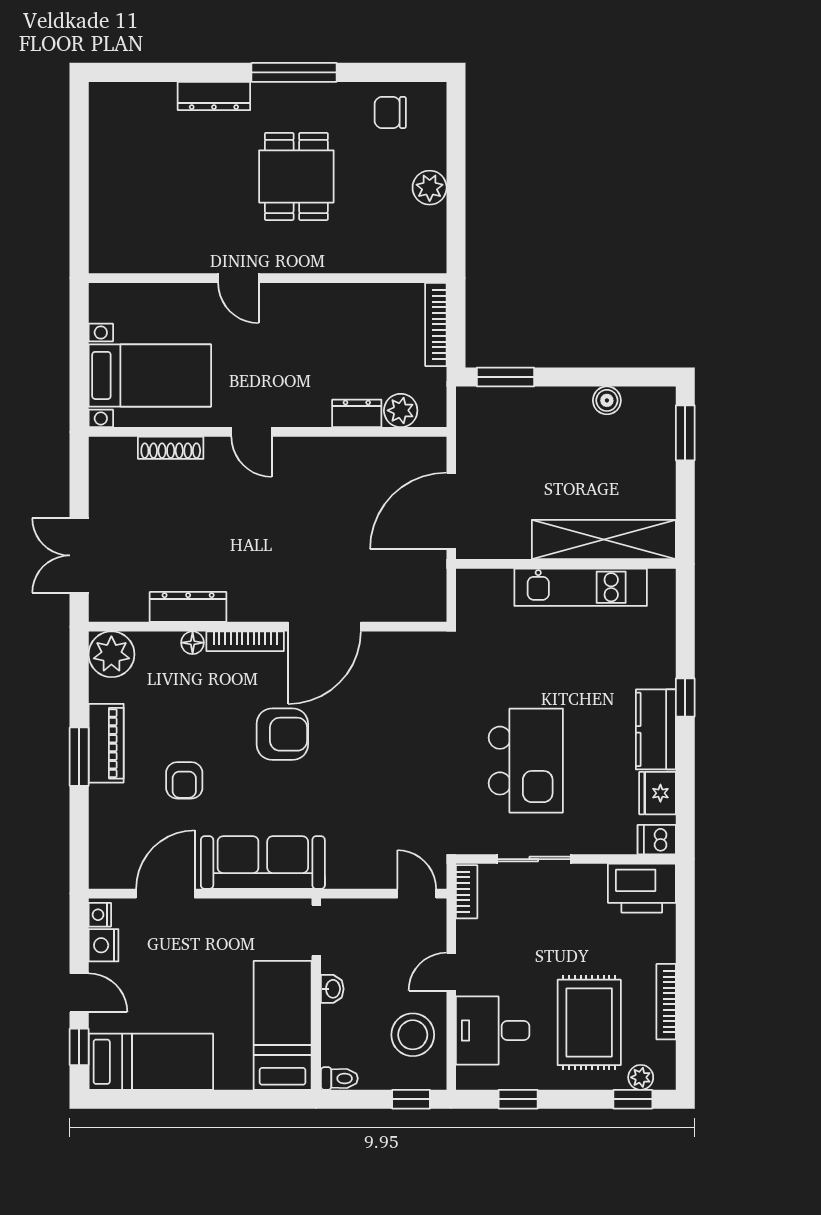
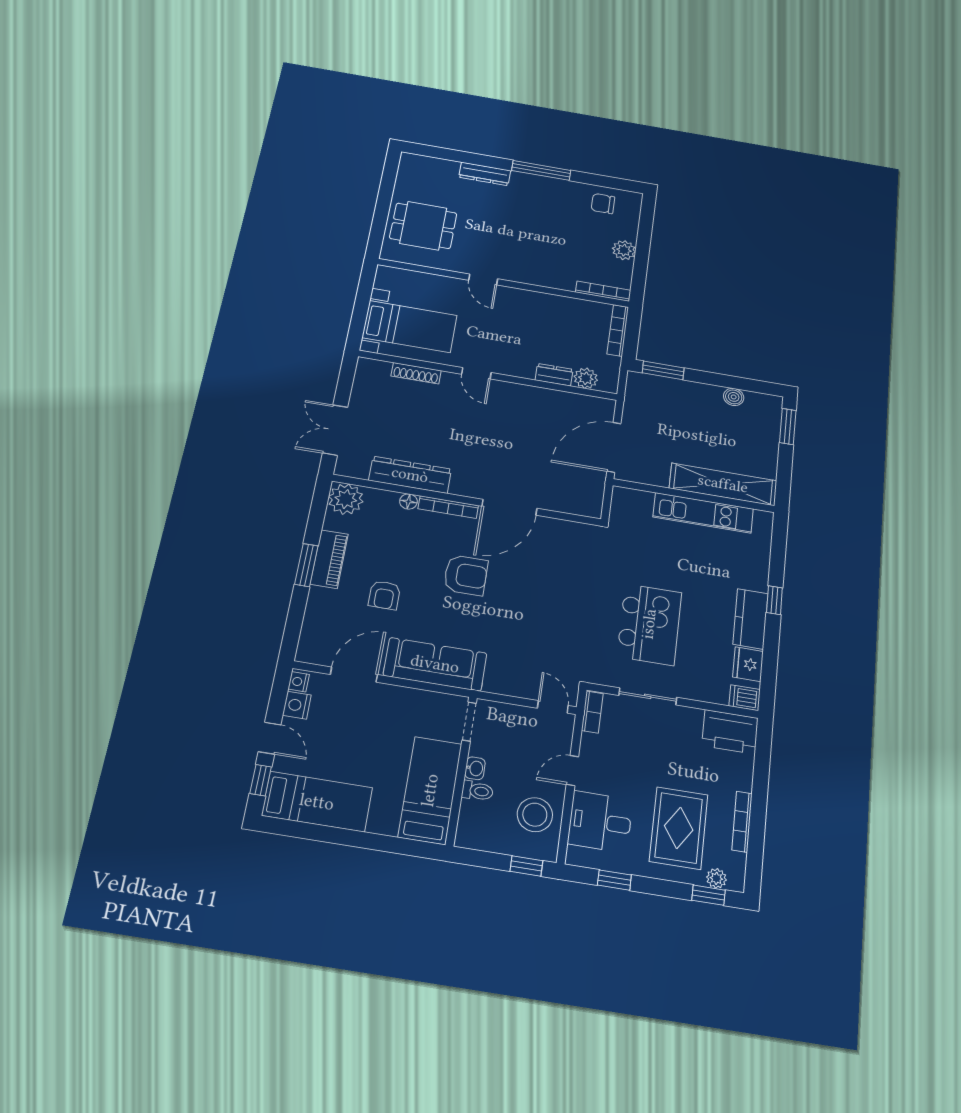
dining table: (296, 176) -> (423, 226), moved, turned 90
bookcase: (408, 263) -> (603, 291), added
dresser: (188, 607) -> (410, 475), width x1.37, depth x1.24
toilet: (339, 1078) -> (477, 791), moved

